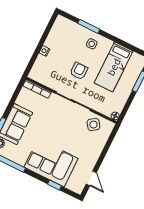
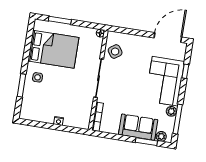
bed: (114, 67) -> (53, 49), width x1.50
armchair: (79, 71) -> (68, 82), removed
plant: (21, 160) -> (171, 111), added
door: (91, 178) -> (168, 38), width x1.87

